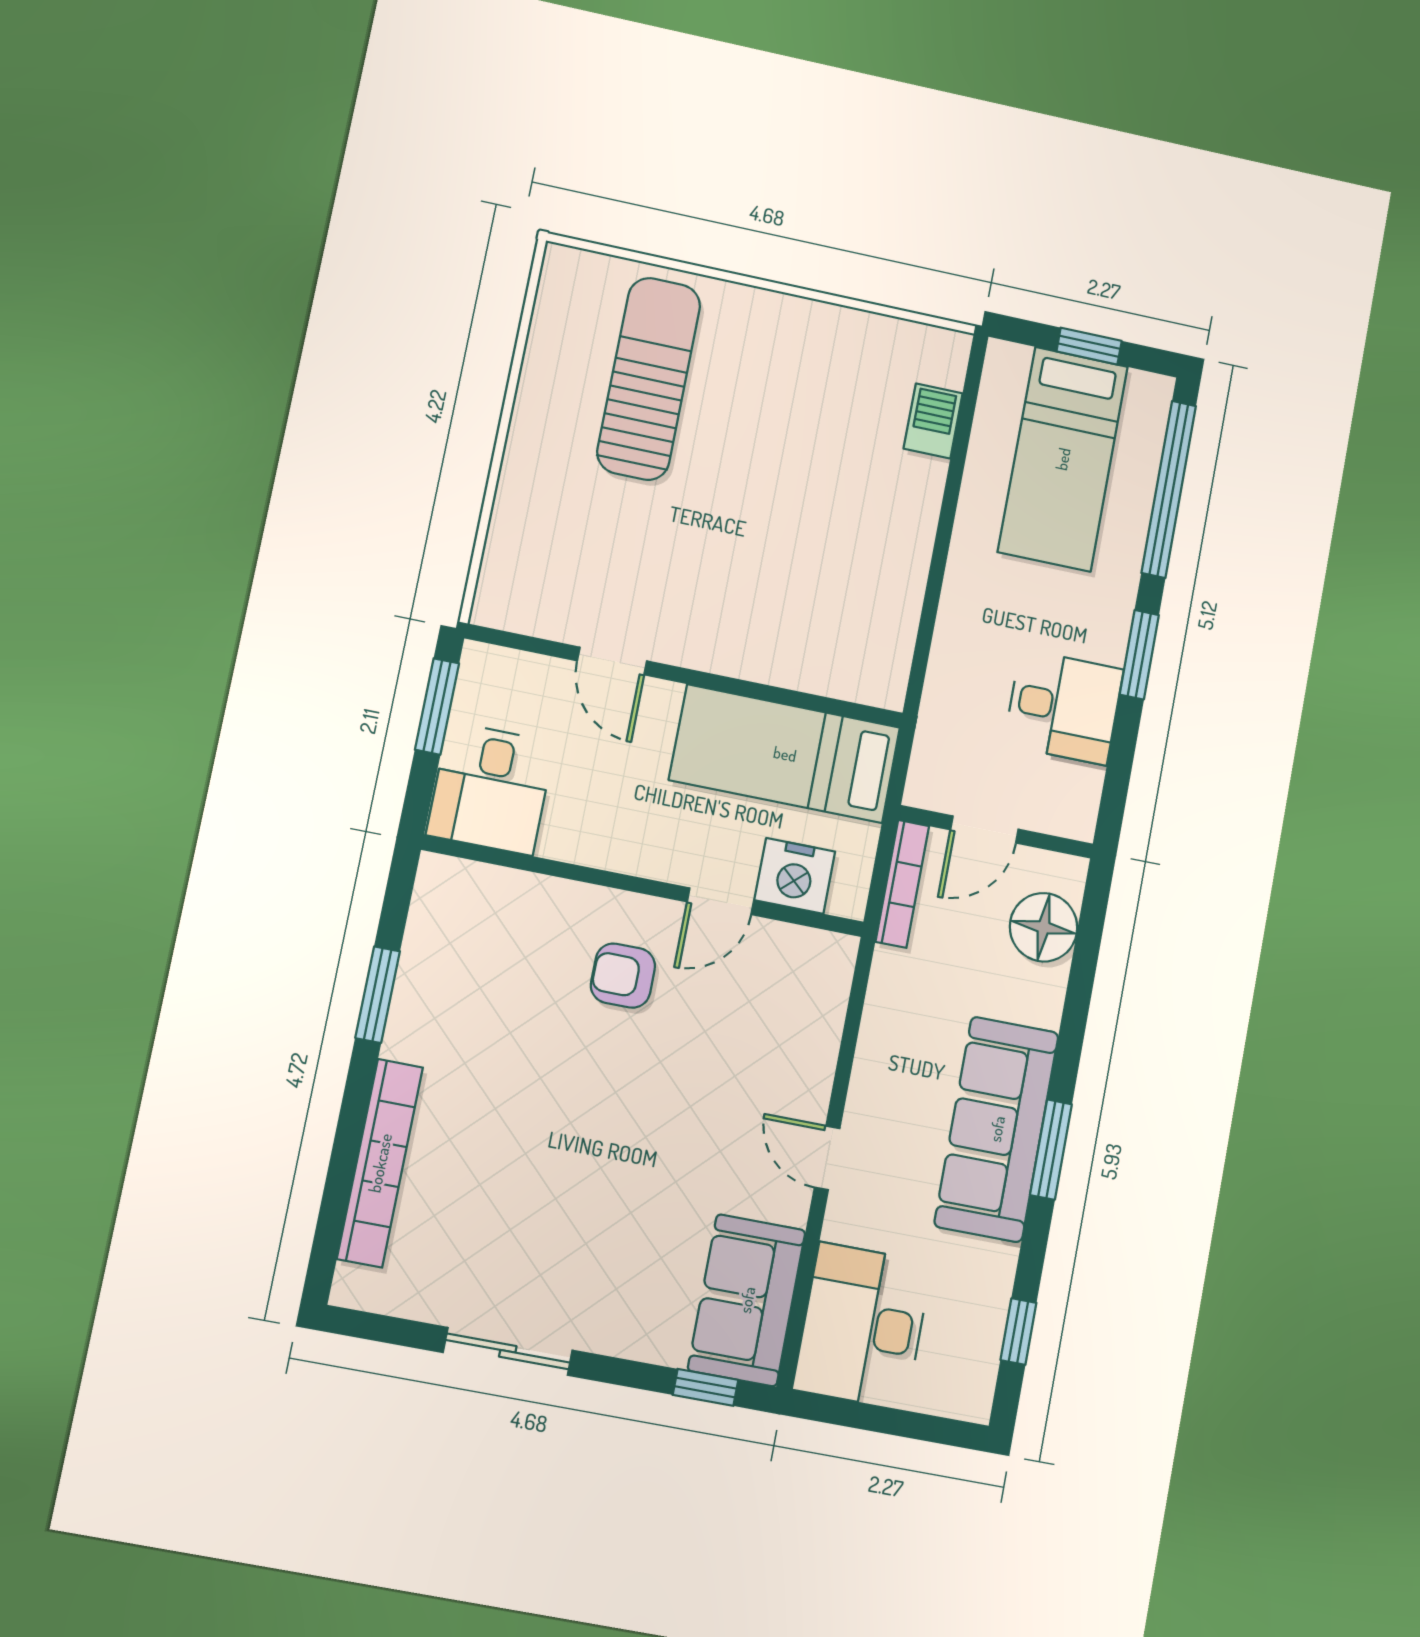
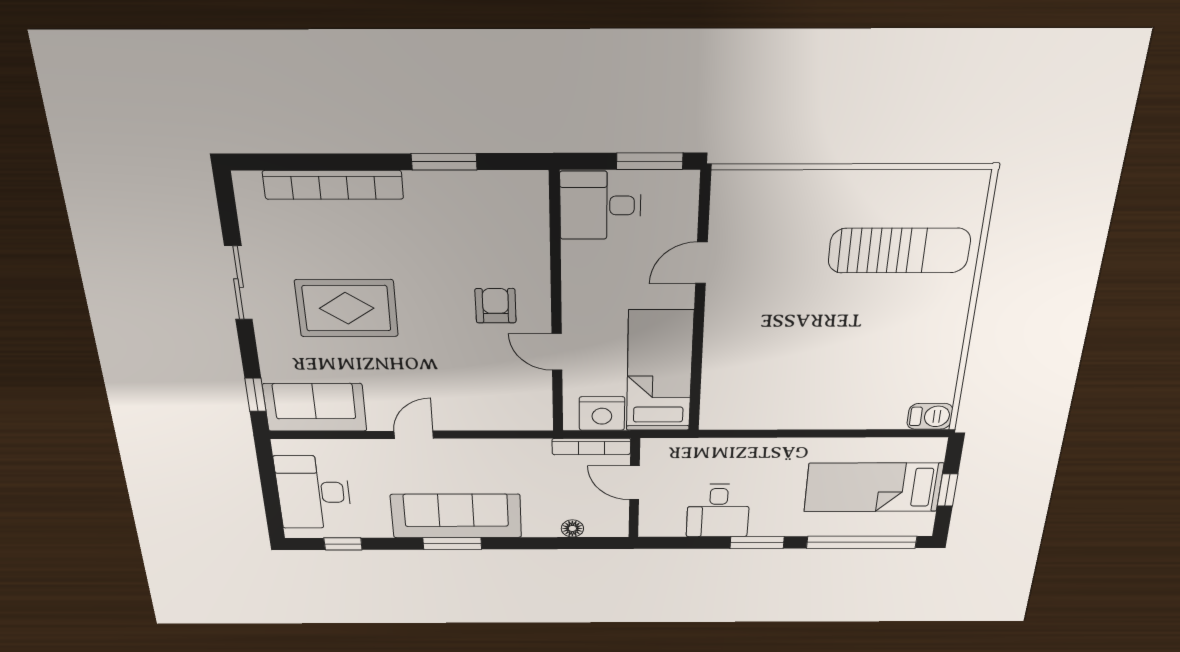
barbecue: (933, 421) -> (930, 416), moved
nightstand: (795, 876) -> (602, 414), moved, turned -90
floor lamp: (1044, 927) -> (572, 528), width x0.53, depth x0.53
rug: (583, 1200) -> (347, 308), added
desk: (862, 1326) -> (313, 492), moved, turned -90

